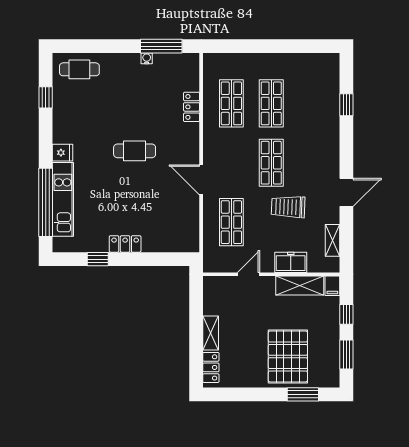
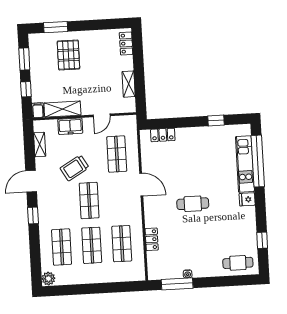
plant: (331, 63) -> (48, 279), added
shop shelf: (311, 103) -> (62, 247), added
window: (346, 105) -> (33, 216), moved
trolley: (288, 207) -> (75, 168), turned 148
locker: (125, 244) -> (163, 135), moved
shelving: (211, 333) -> (129, 84), moved
pallet: (288, 356) -> (68, 55), width x0.73, depth x0.71

